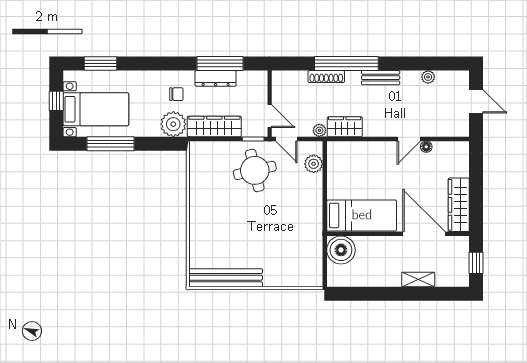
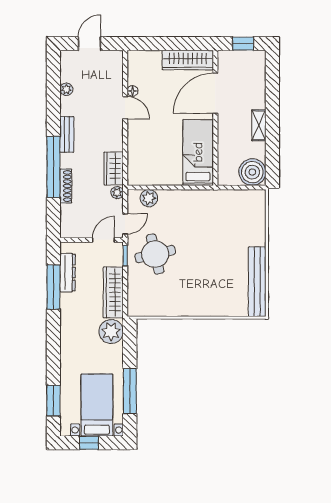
dresser: (216, 78) -> (68, 273), moved
chair: (176, 94) -> (83, 329), removed
boiler: (341, 250) -> (252, 172), moved
shelving: (418, 279) -> (259, 125), moved

